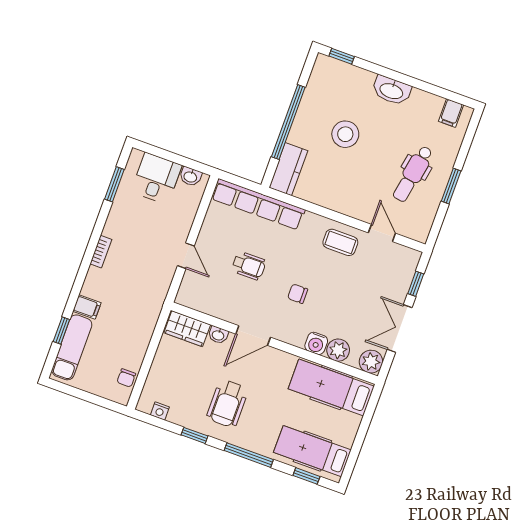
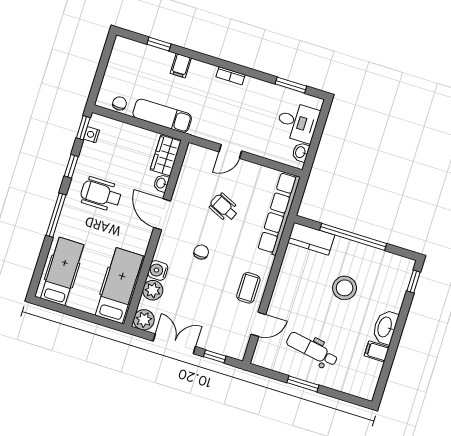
filing cabinet: (451, 113) -> (377, 351), moved
wheelchair: (249, 266) -> (224, 208), turned 115
exam couch: (72, 347) -> (162, 116), moved, turned 180
chair: (126, 378) -> (119, 103), turned 90
window: (306, 476) -> (83, 128), moved

